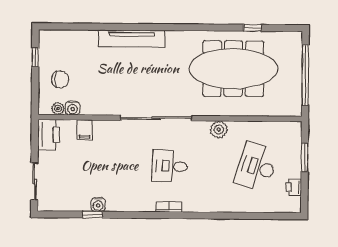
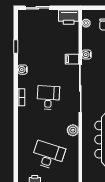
water cooler: (73, 108) -> (86, 55), moved
filing cabinet: (85, 130) -> (72, 59), moved
water cooler: (98, 204) -> (22, 70), moved

